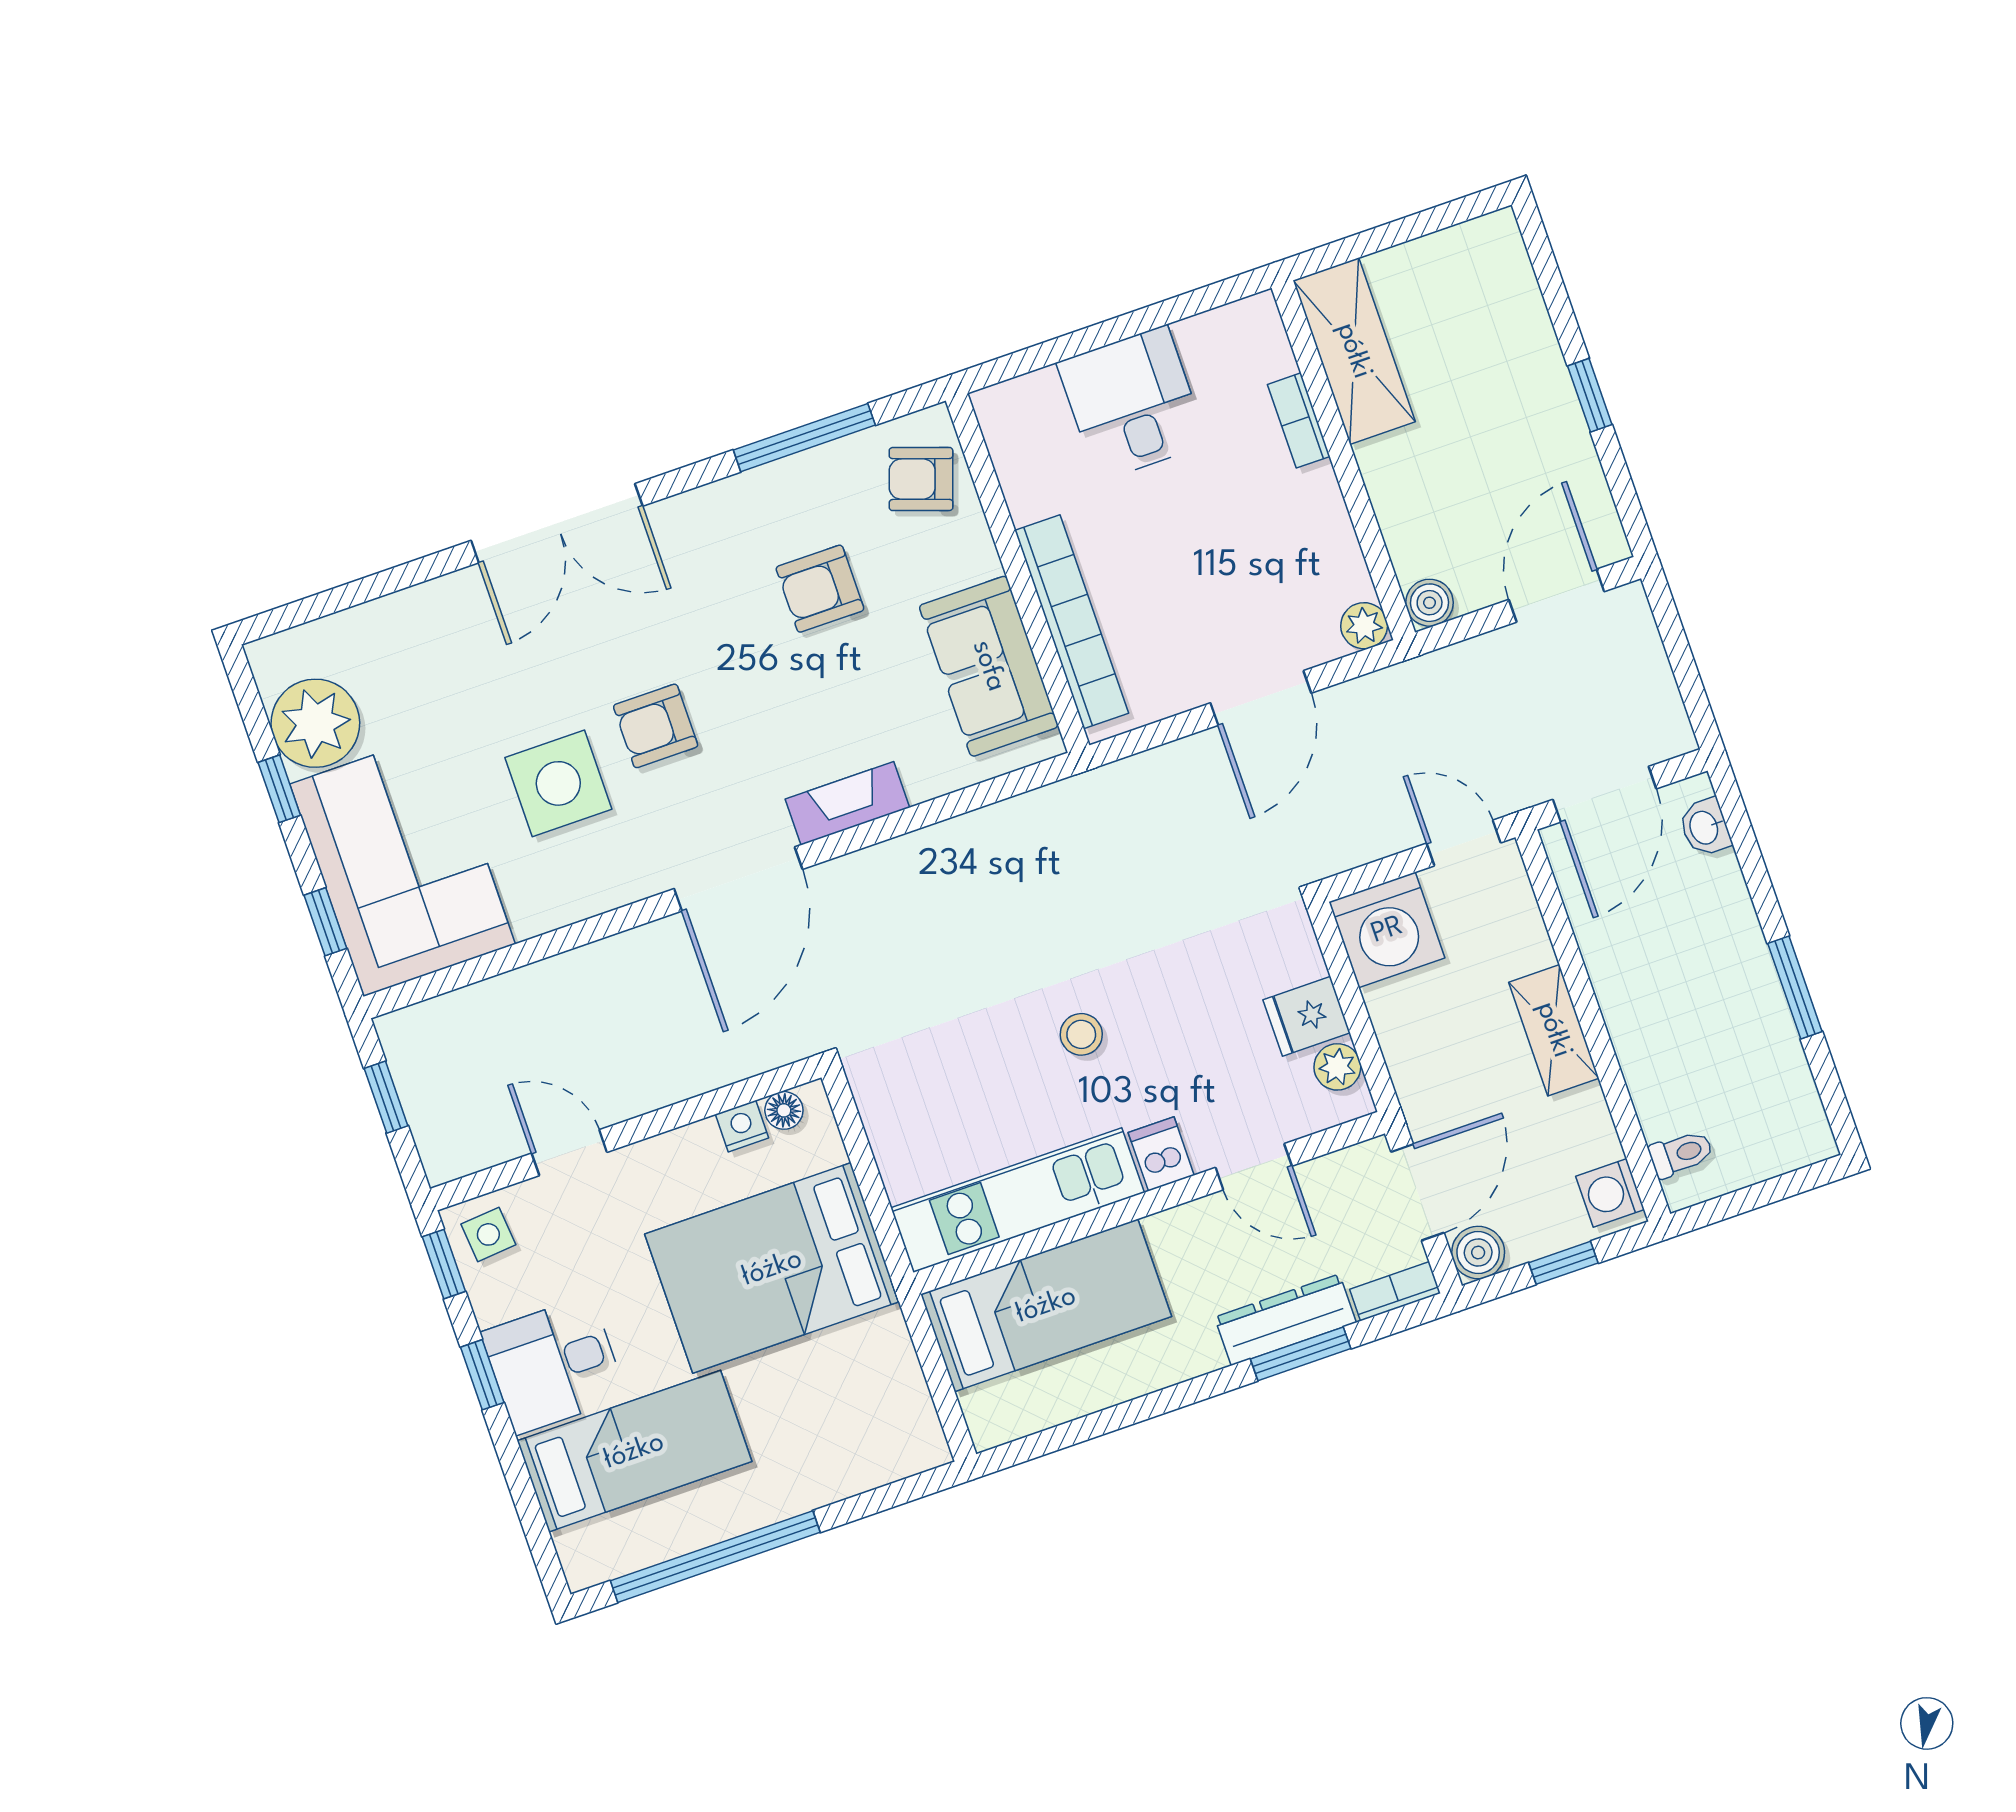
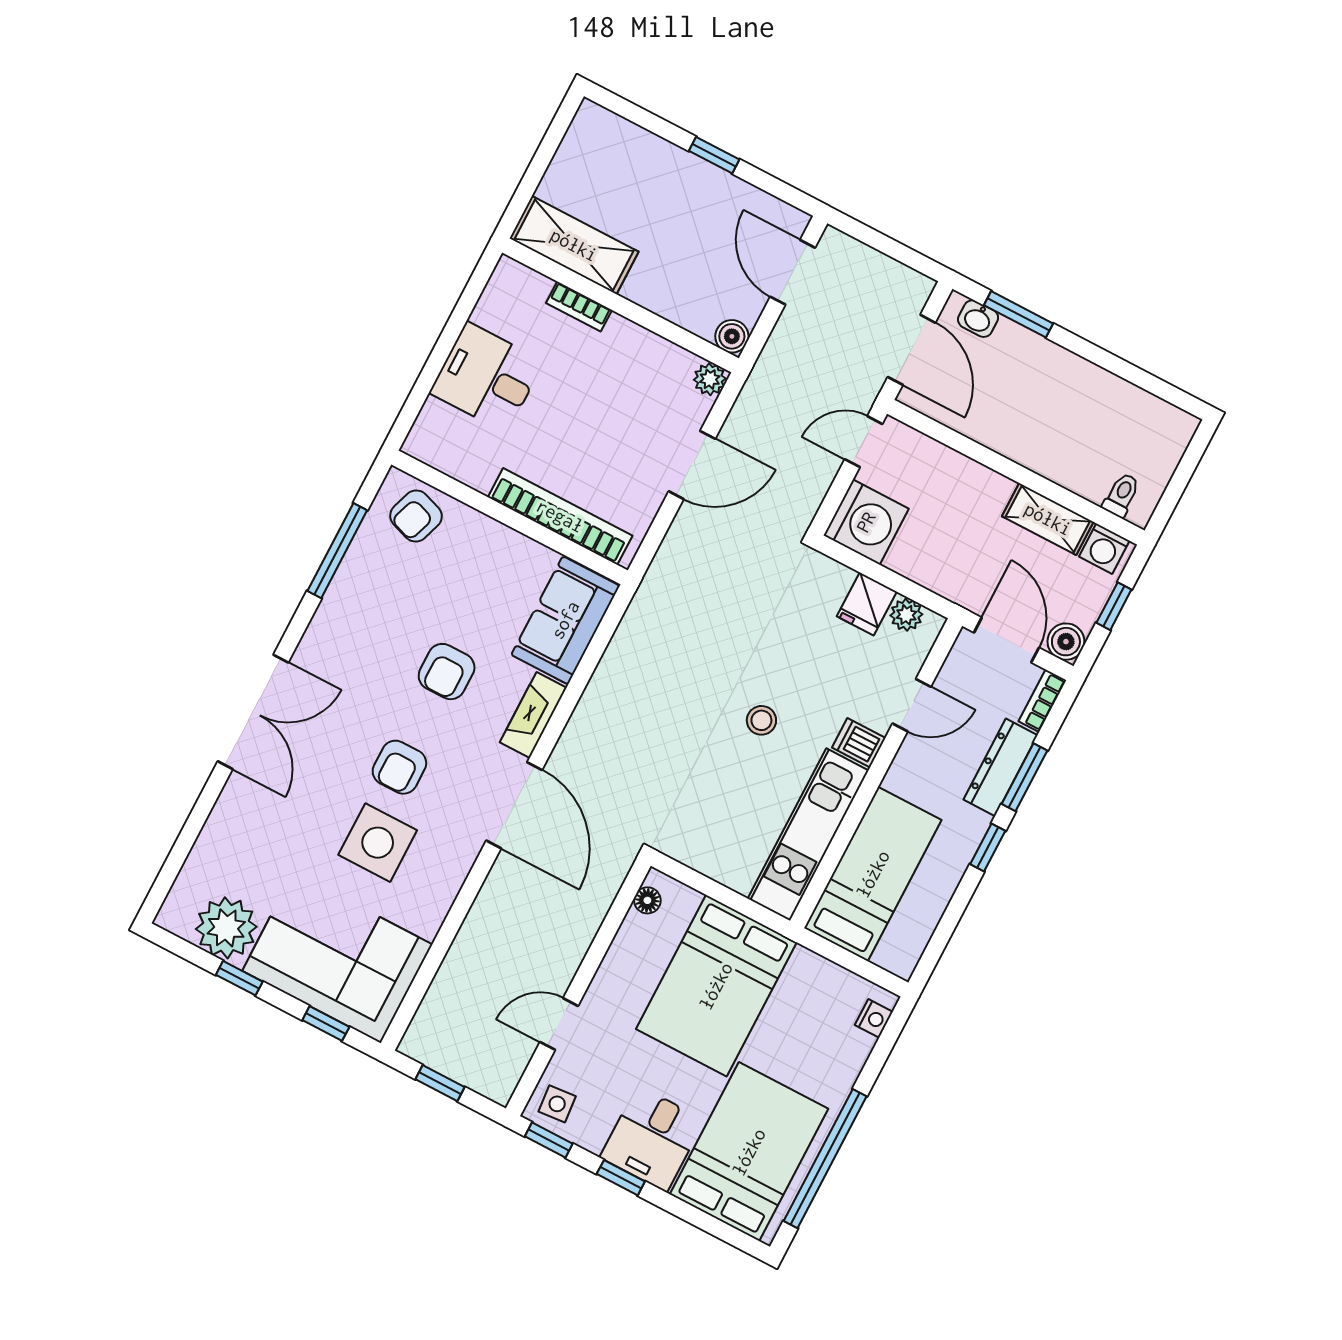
armchair: (820, 589) -> (447, 672), moved
sofa: (989, 666) -> (565, 620), moved, turned 90
door: (1261, 698) -> (692, 465), hinge flipped
window: (1795, 987) -> (1018, 314), moved
shelving: (1554, 1030) -> (1048, 519), moved
nightstand: (742, 1126) -> (874, 1018), moved, turned 180
window: (1193, 1391) -> (988, 847), added
bed: (634, 1451) -> (749, 1152), width x1.50

